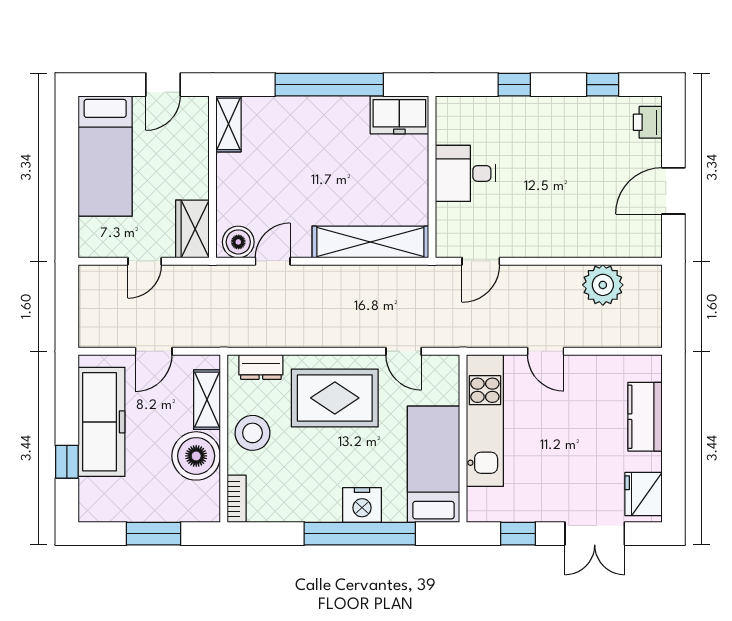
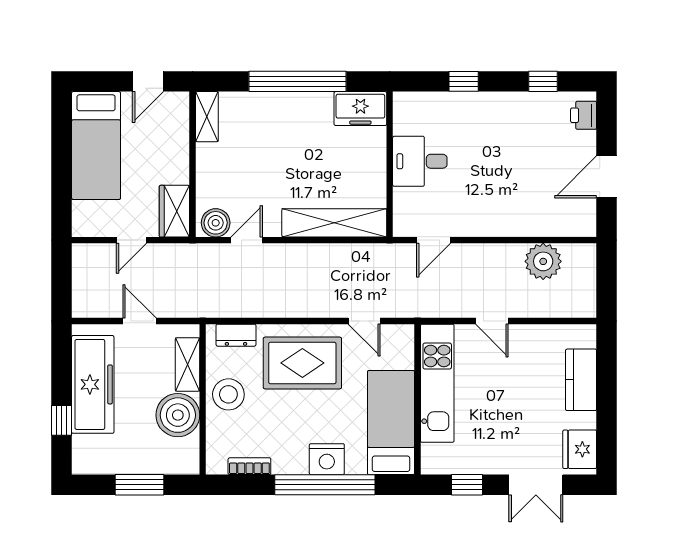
door: (154, 351) -> (140, 321), swing flipped
bookcase: (237, 499) -> (249, 466), moved, turned -90

